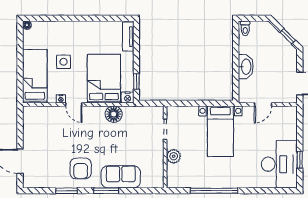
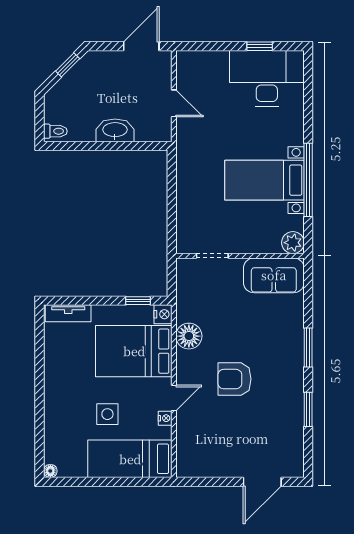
bed with nightstands: (220, 131) -> (264, 180), moved, turned 180
plant: (174, 156) -> (293, 243), moved
armchair: (81, 168) -> (234, 379), moved, turned 180
sofa: (121, 177) -> (274, 275), moved, turned -90

